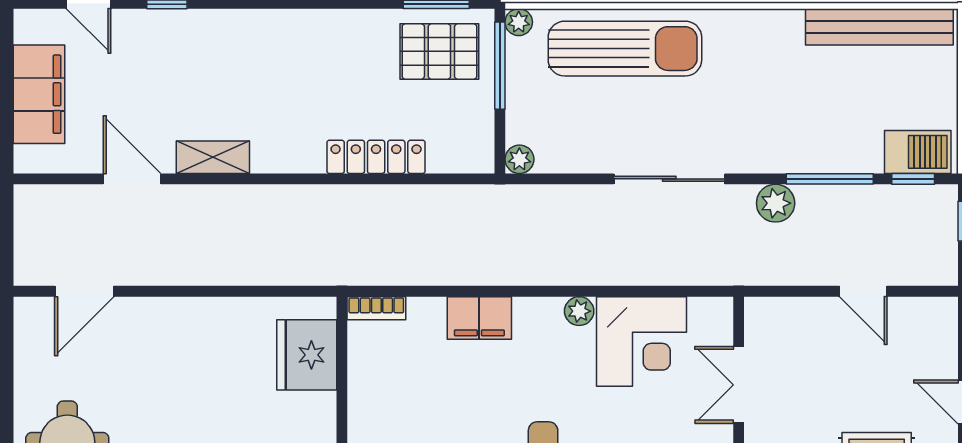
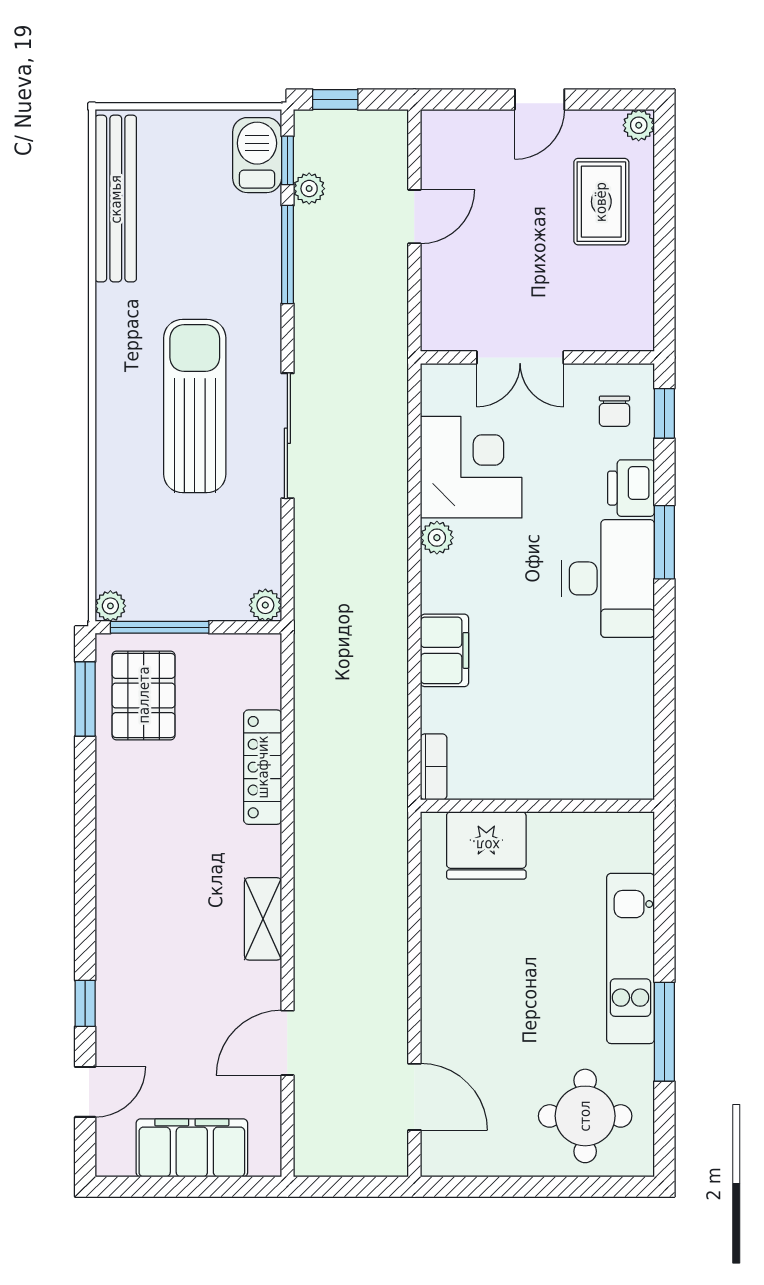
sun lounger: (625, 49) -> (195, 406), moved
shelving: (213, 157) -> (263, 919), moved
plant: (776, 203) -> (309, 189), moved, width x0.73, depth x0.73

